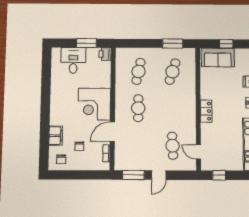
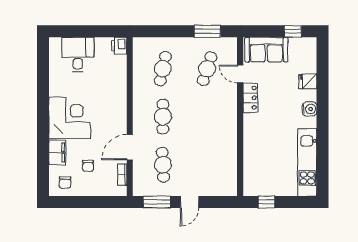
window: (86, 43) -> (94, 31), removed
window: (226, 44) -> (293, 31), moved
corner desk: (94, 104) -> (70, 118), moved, turned 180
locker: (206, 111) -> (250, 98), moved
cafe table: (173, 146) -> (163, 165), moved
door: (198, 152) -> (240, 74), moved

